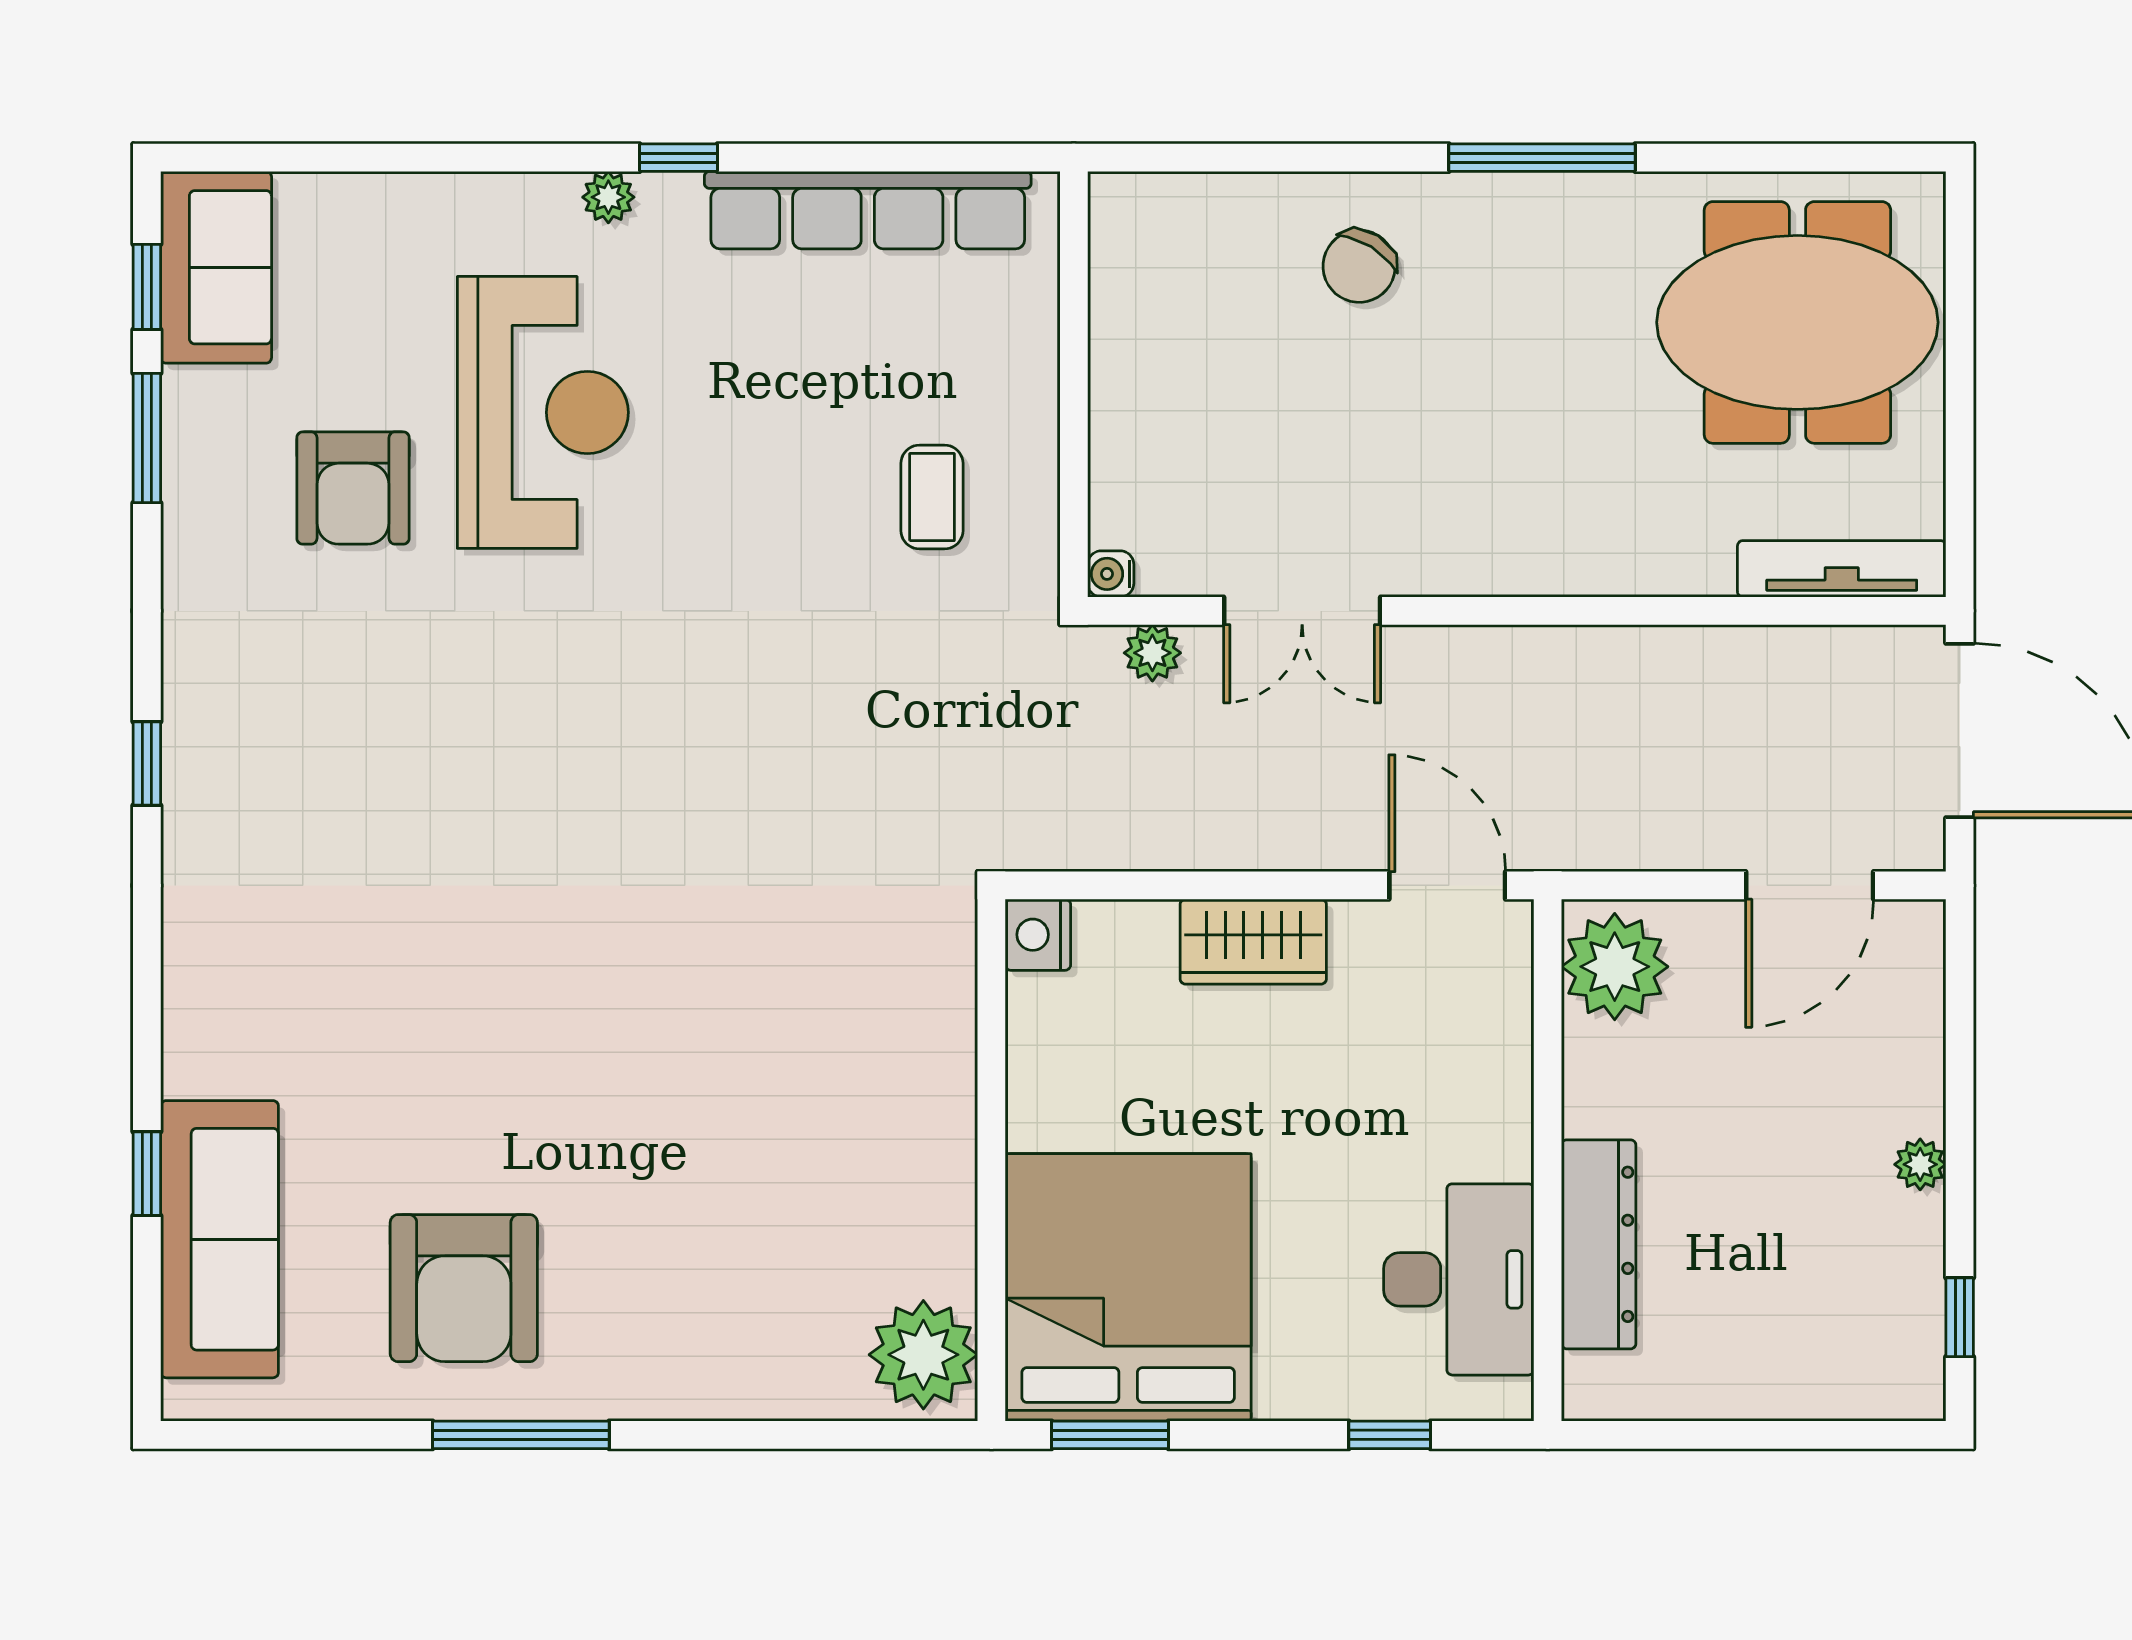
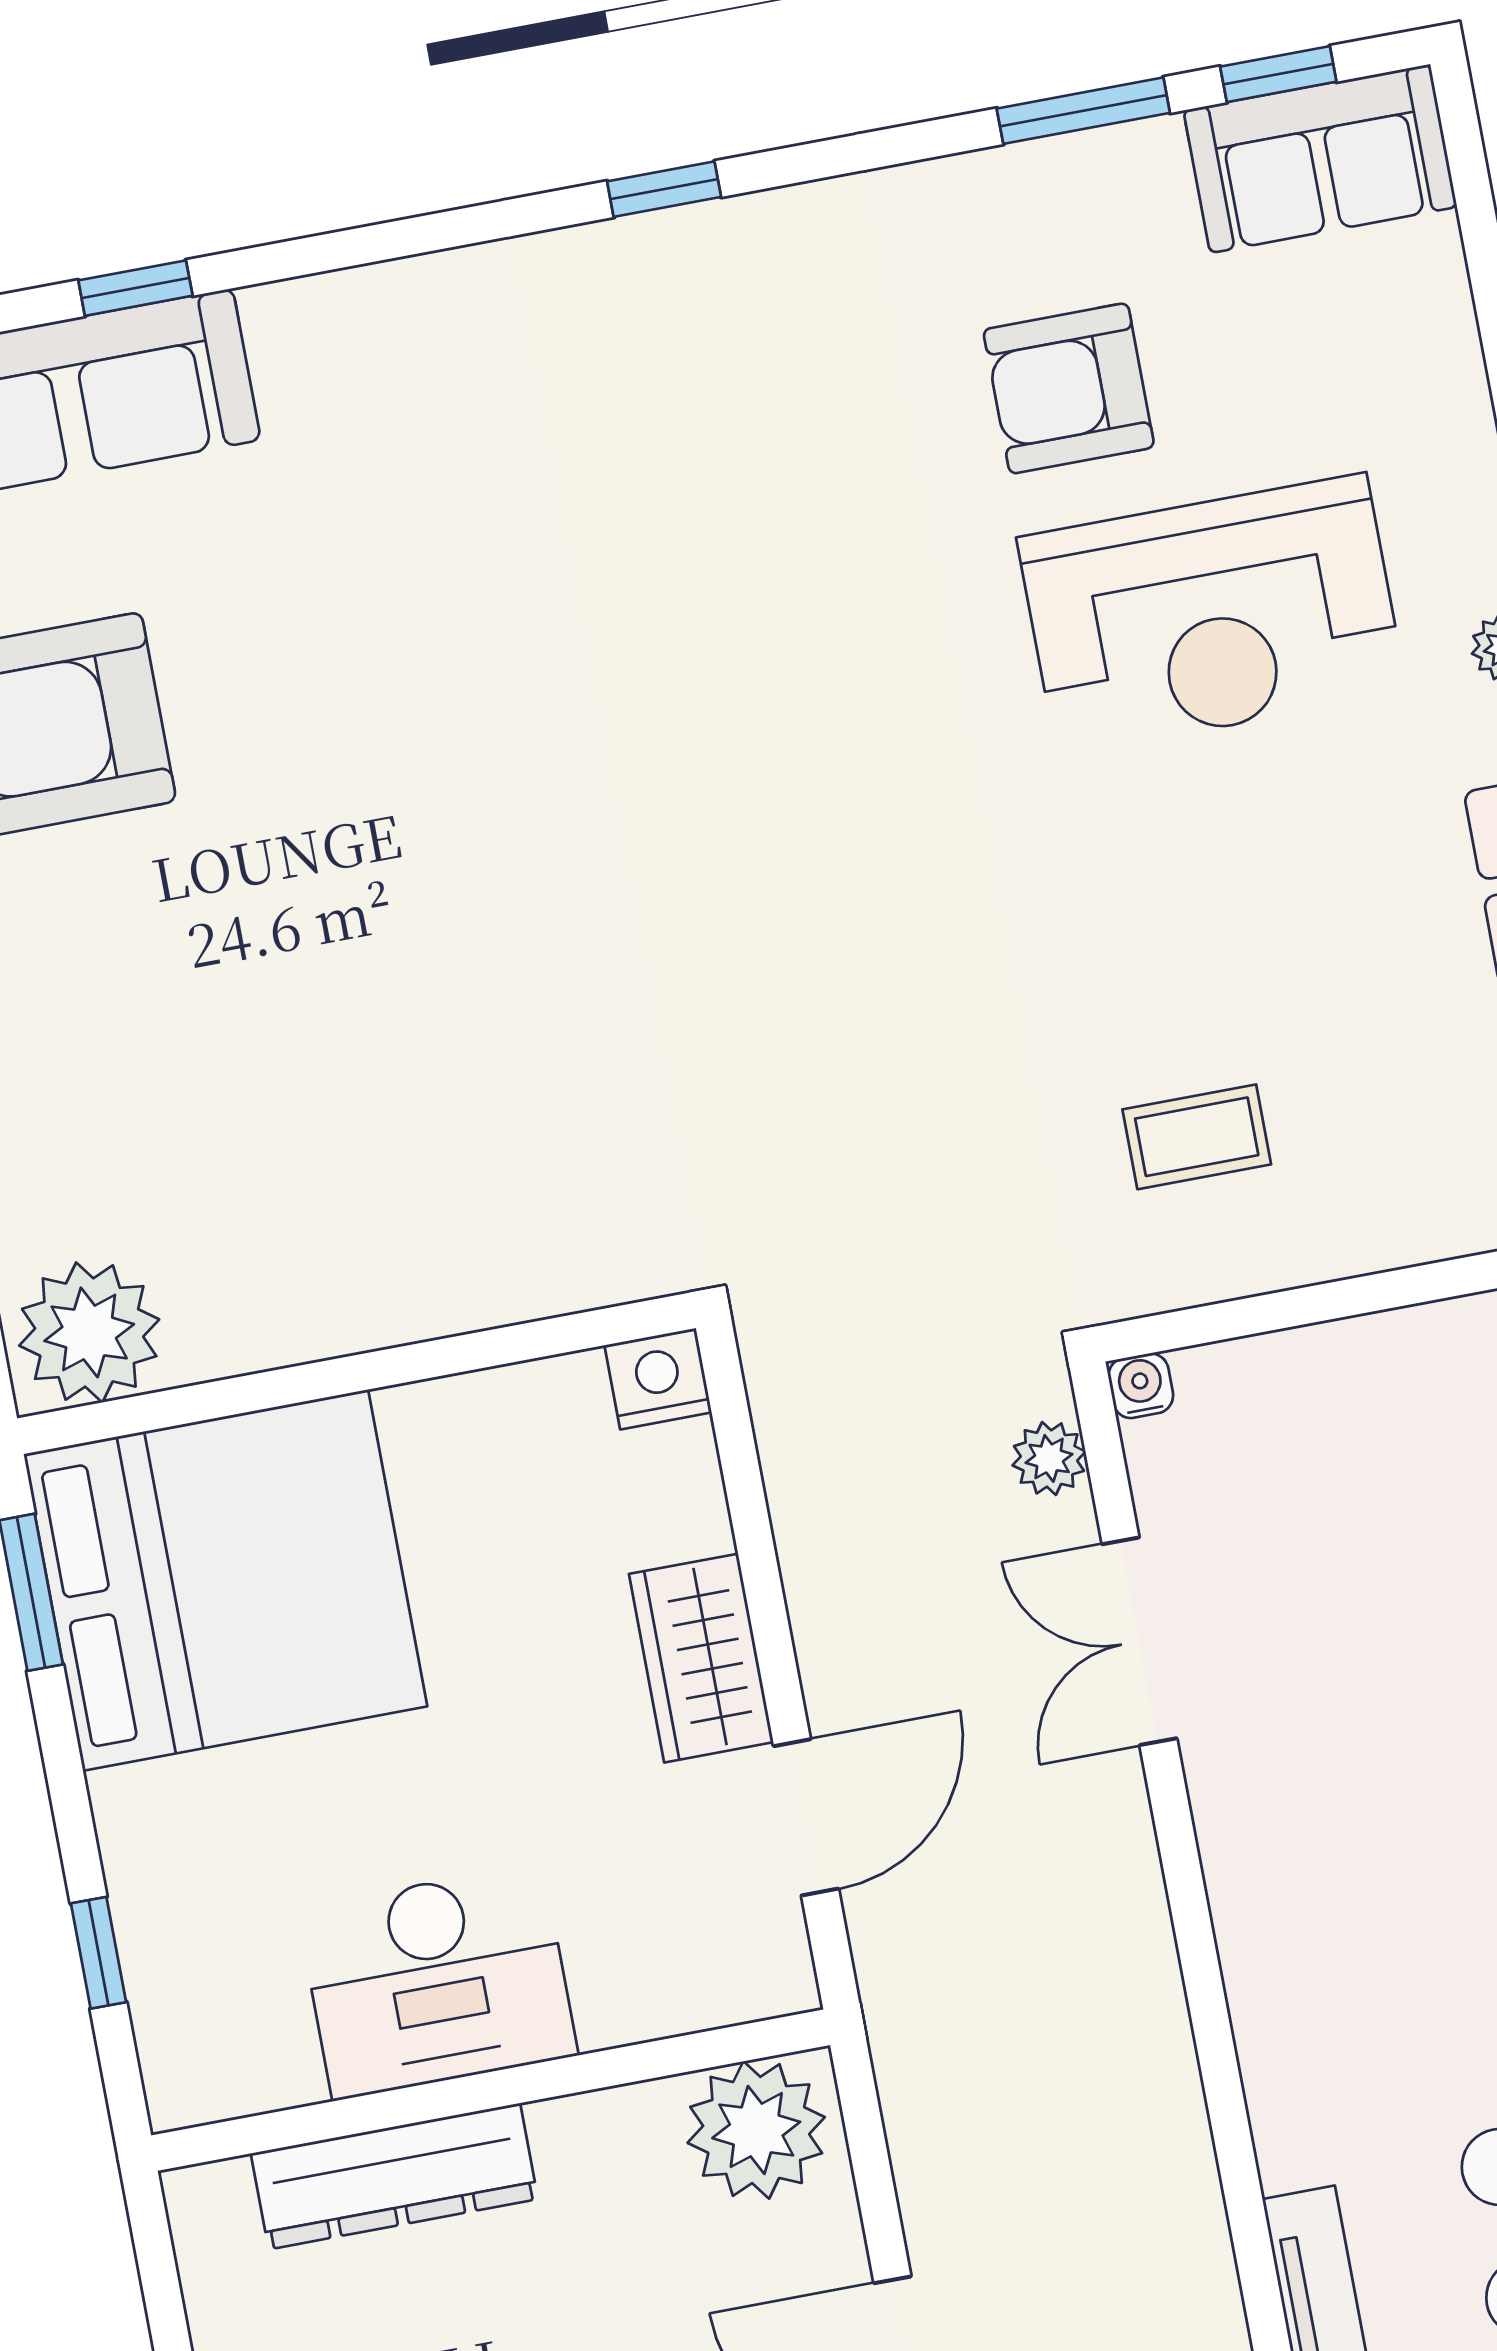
door: (1447, 885) -> (806, 1817), moved
desk: (1459, 1279) -> (437, 1982), moved

